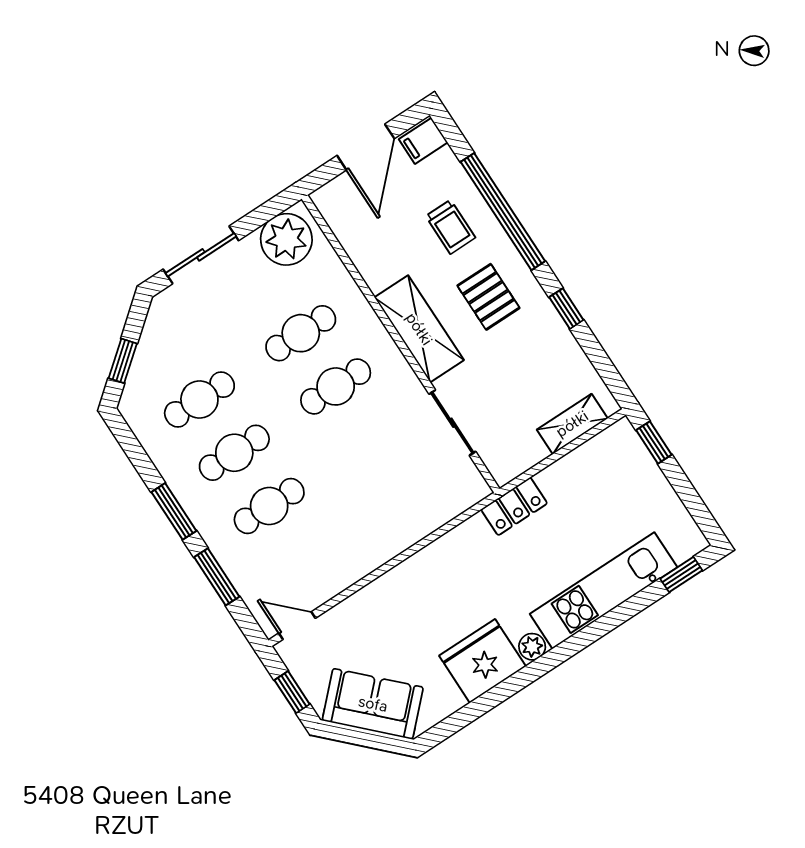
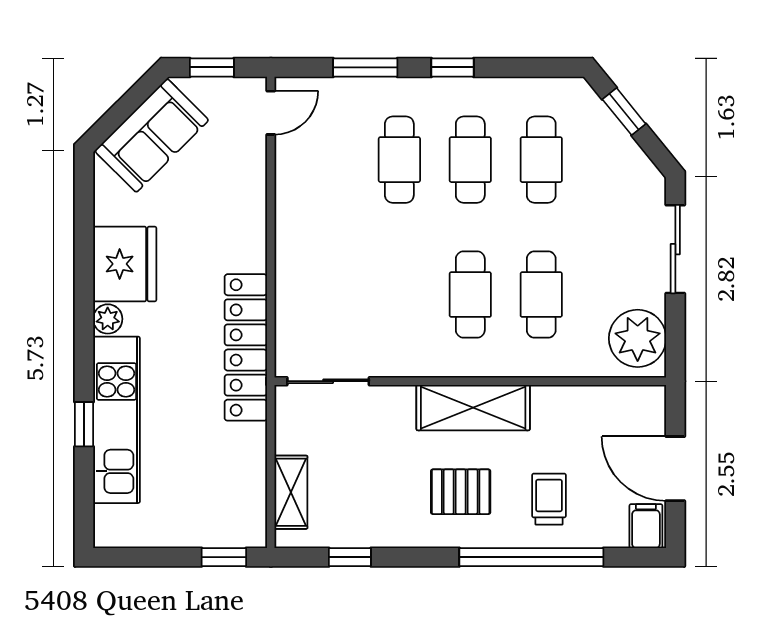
trolley: (451, 227) -> (549, 499), turned 90
window: (566, 309) -> (350, 557), moved
sliding door: (452, 423) -> (328, 381), moved
locker: (514, 506) -> (246, 347), width x2.16, depth x1.21
window: (174, 511) -> (452, 67), width x0.67
window: (681, 575) -> (84, 424), moved

